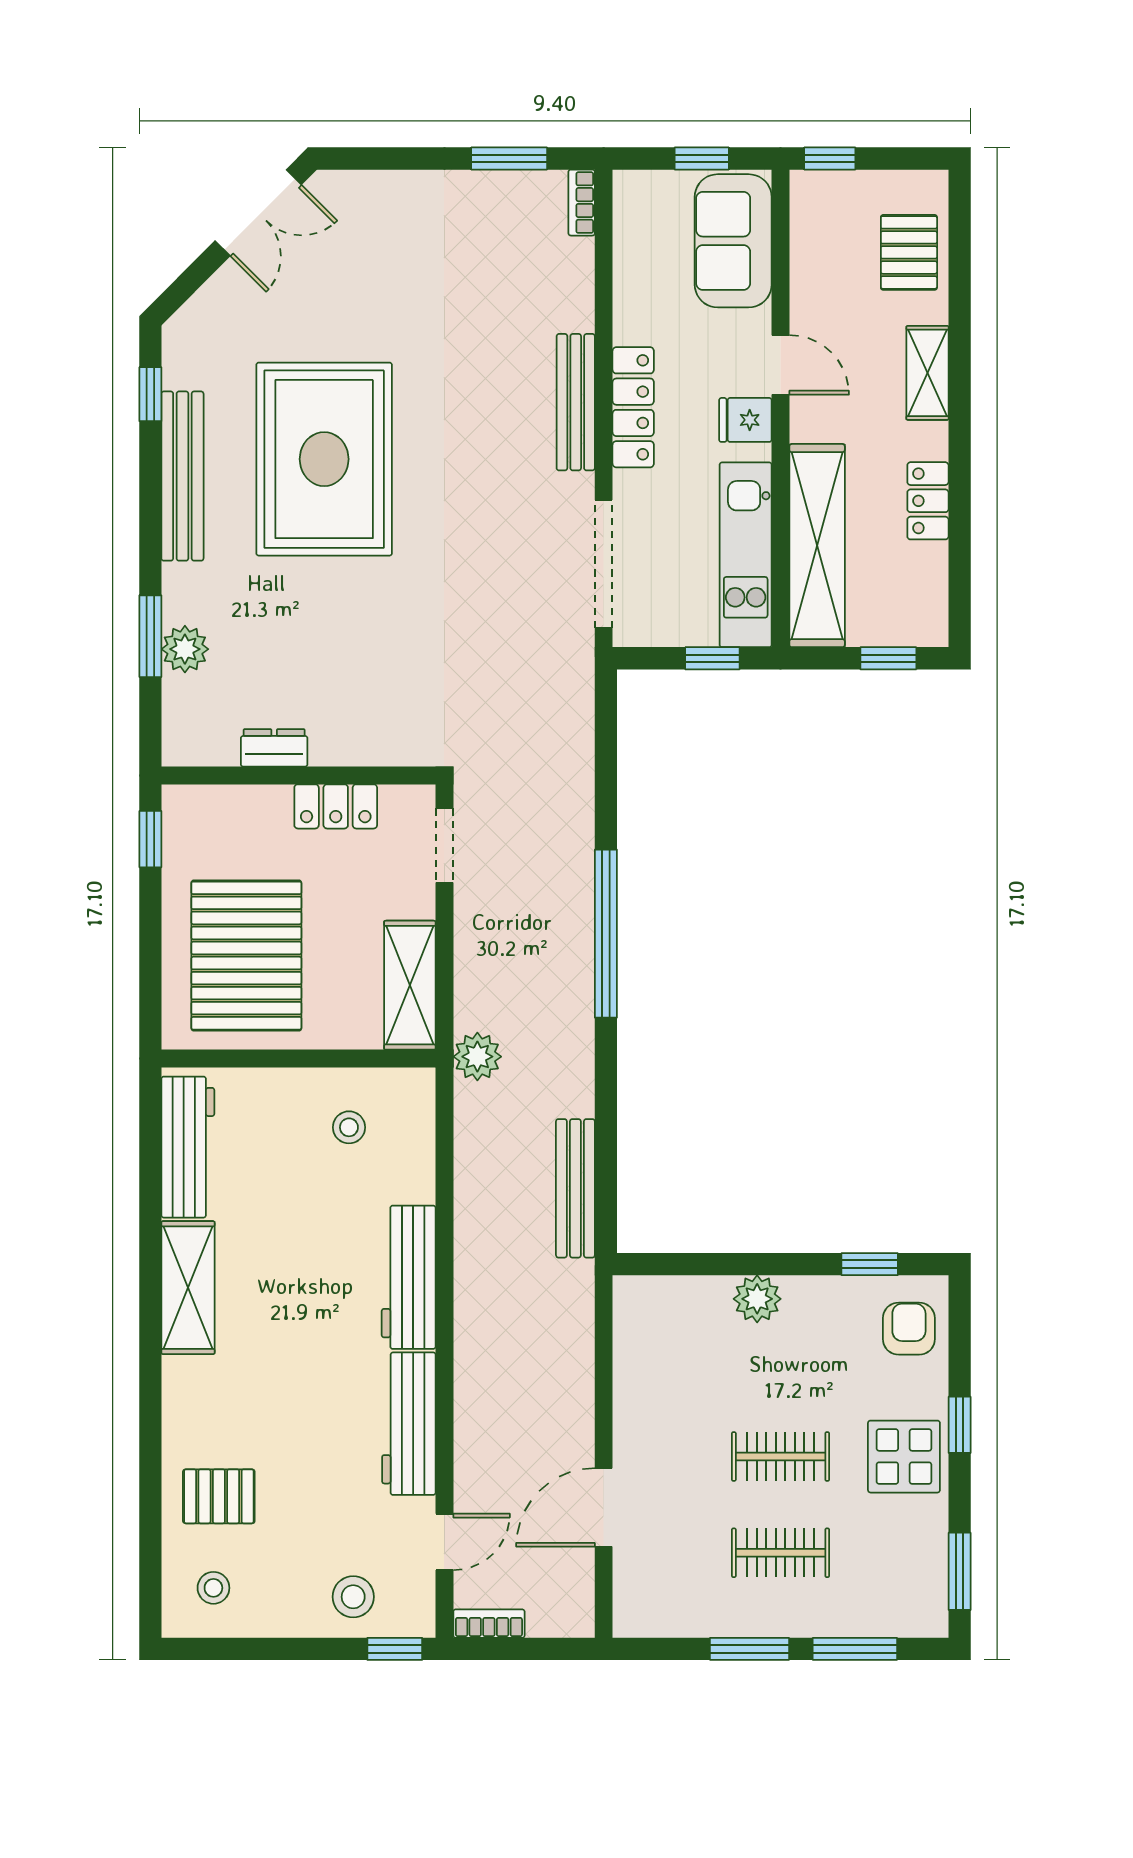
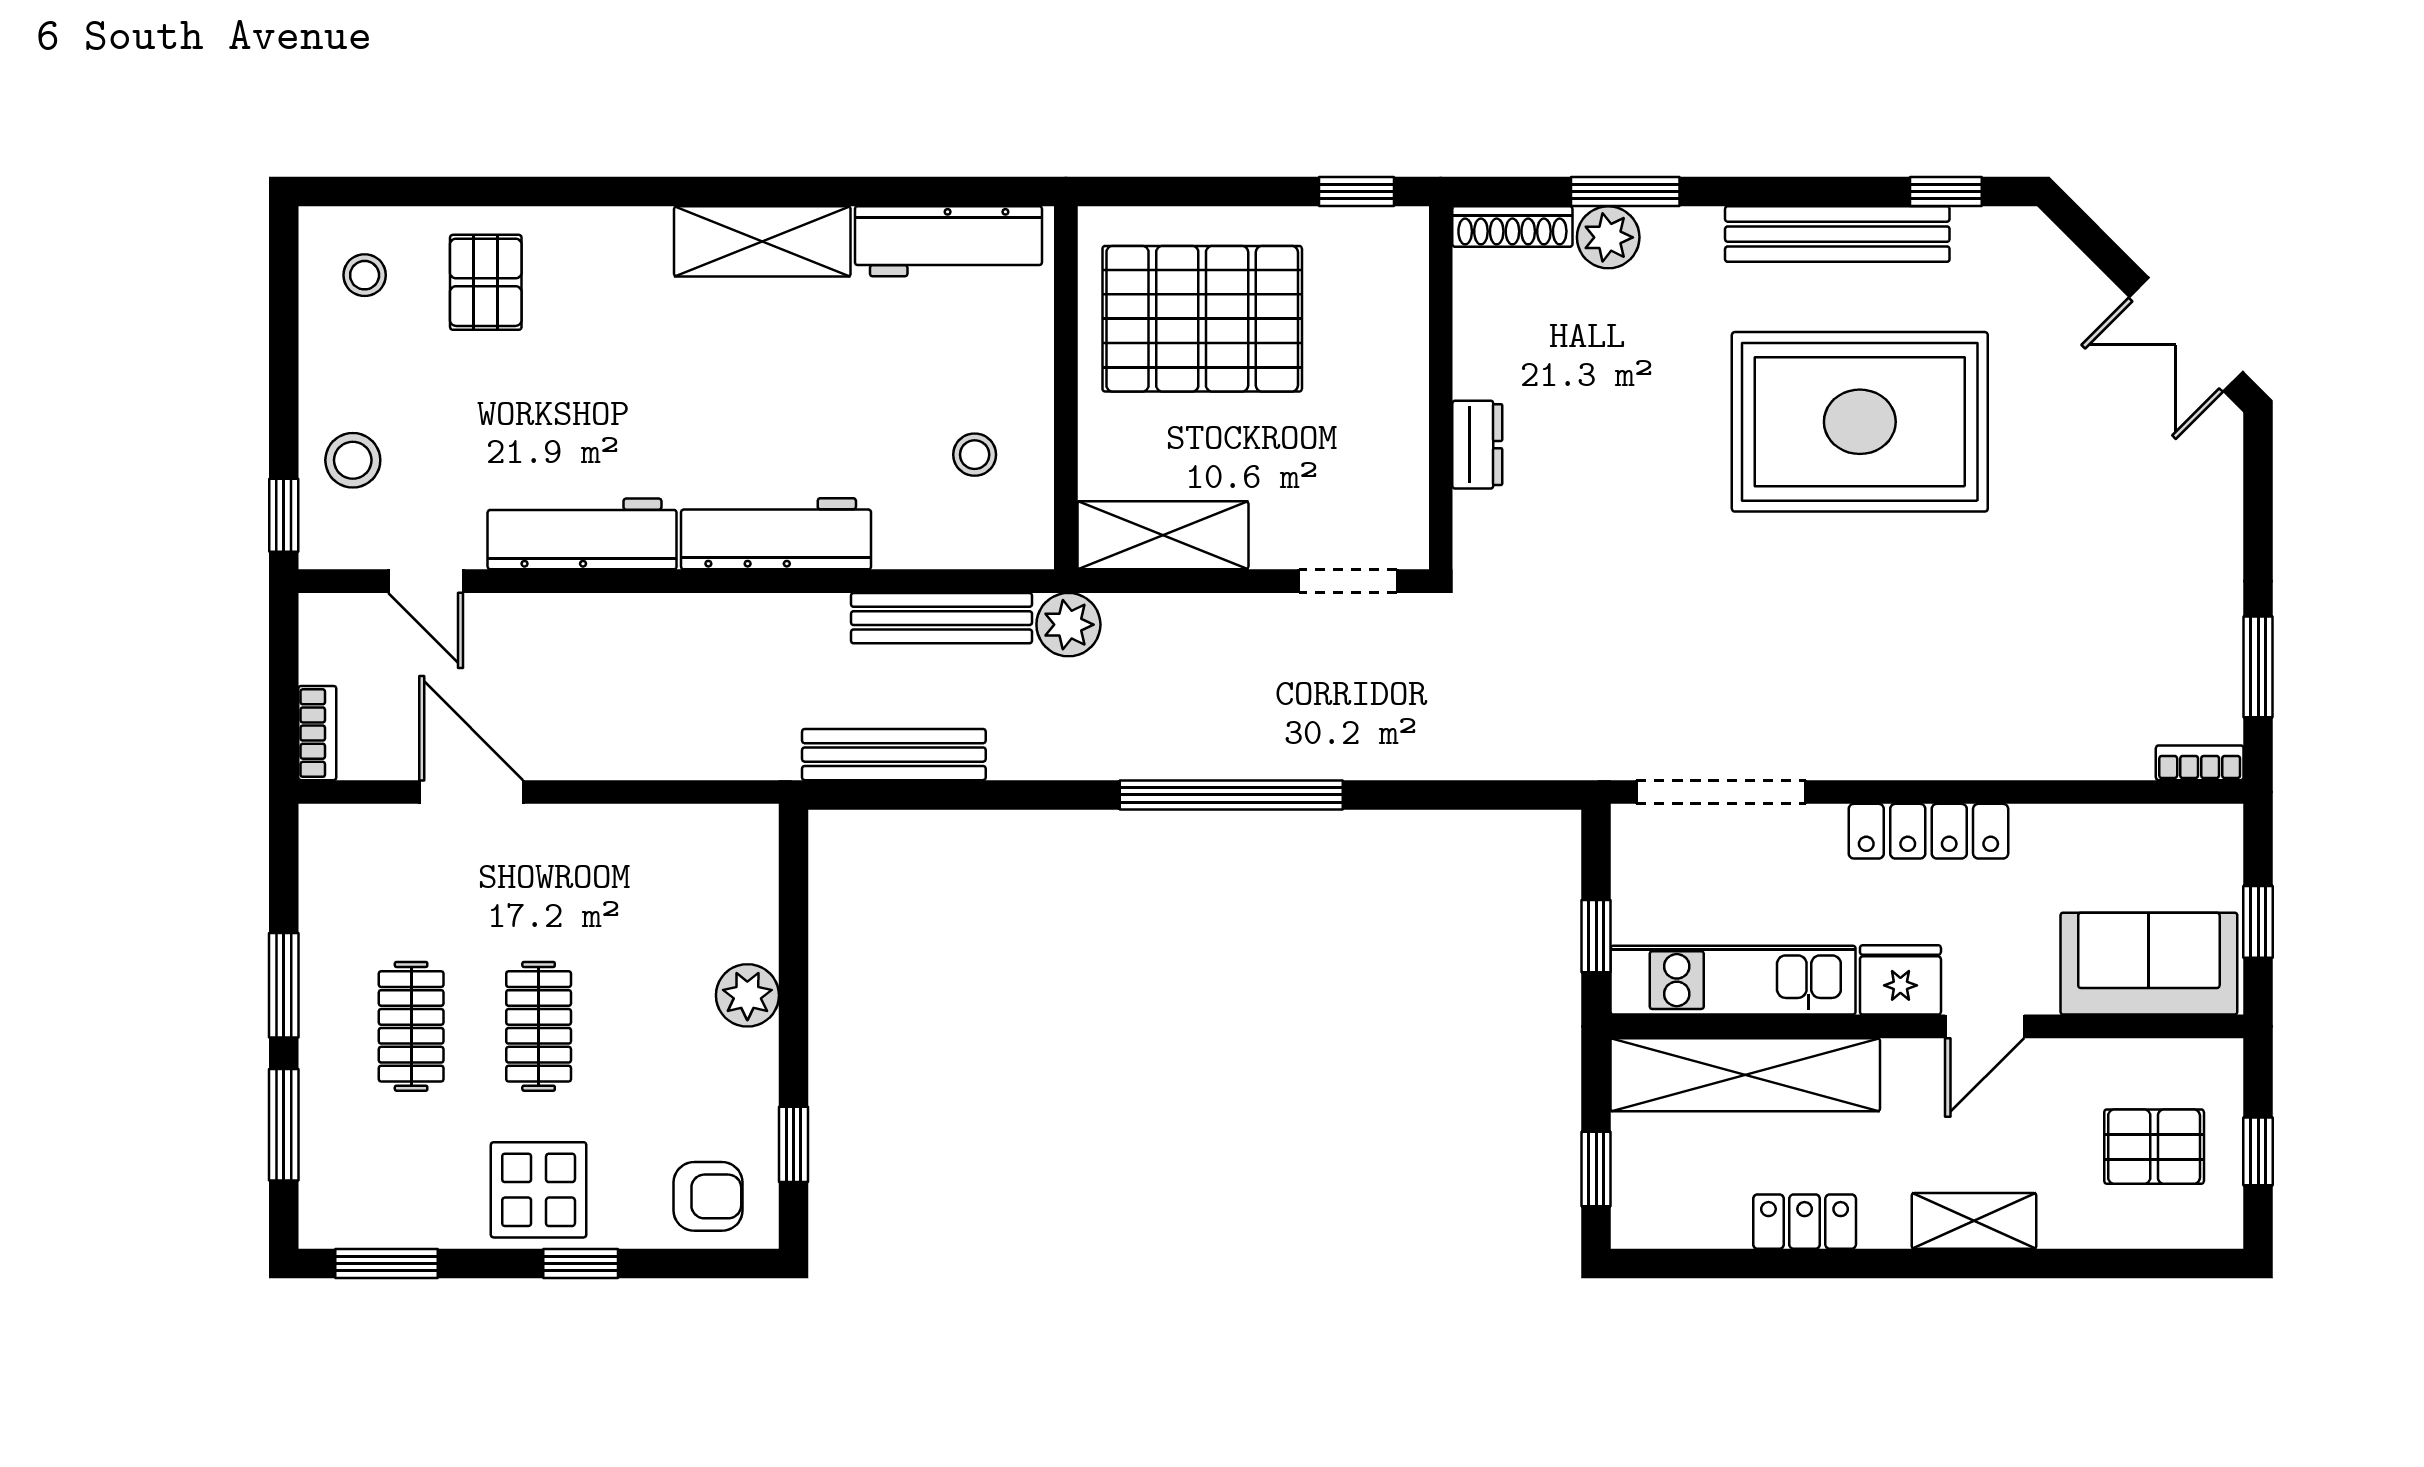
window: (830, 159) -> (2258, 1151), moved
pallet: (909, 252) -> (2154, 1147), moved
bench: (576, 402) -> (942, 618), moved
fridge: (745, 420) -> (1900, 980), width x1.38
shoe rack: (177, 721) -> (1512, 227), added
dresser: (274, 748) -> (1477, 445), moved
locker: (336, 806) -> (1400, 437), removed
bookcase: (489, 1624) -> (317, 733), moved

